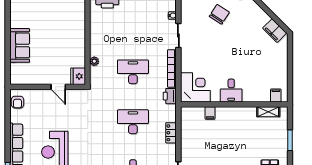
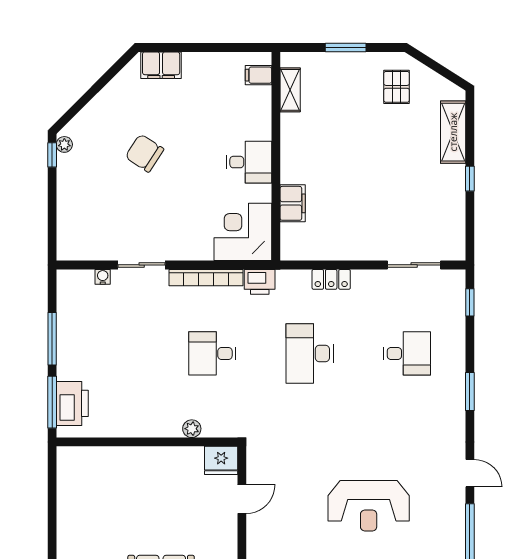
chair: (219, 14) -> (145, 153), moved
filing cabinet: (275, 31) -> (161, 65), moved, turned 45
desk: (133, 72) -> (212, 353), width x0.73
filing cabinet: (210, 113) -> (293, 203), width x2.00

